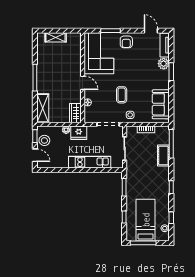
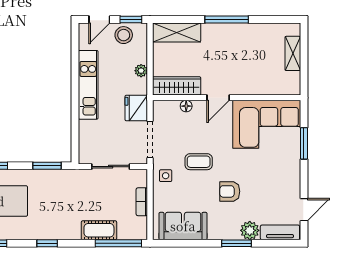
armchair: (126, 42) -> (230, 191), moved
wardrobe: (75, 113) -> (177, 86), width x1.50
fridge: (79, 133) -> (136, 108), moved
kitchen unit: (90, 162) -> (88, 85), moved

